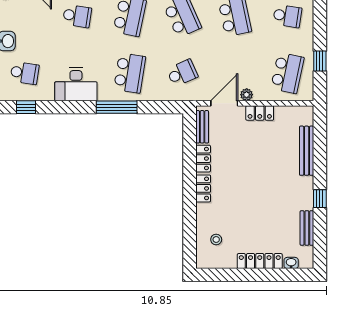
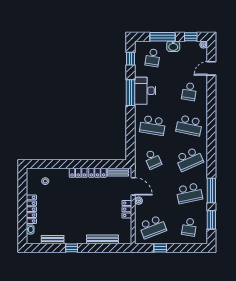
school desk: (287, 73) -> (153, 227), turned -33
window: (117, 107) -> (131, 93), moved

